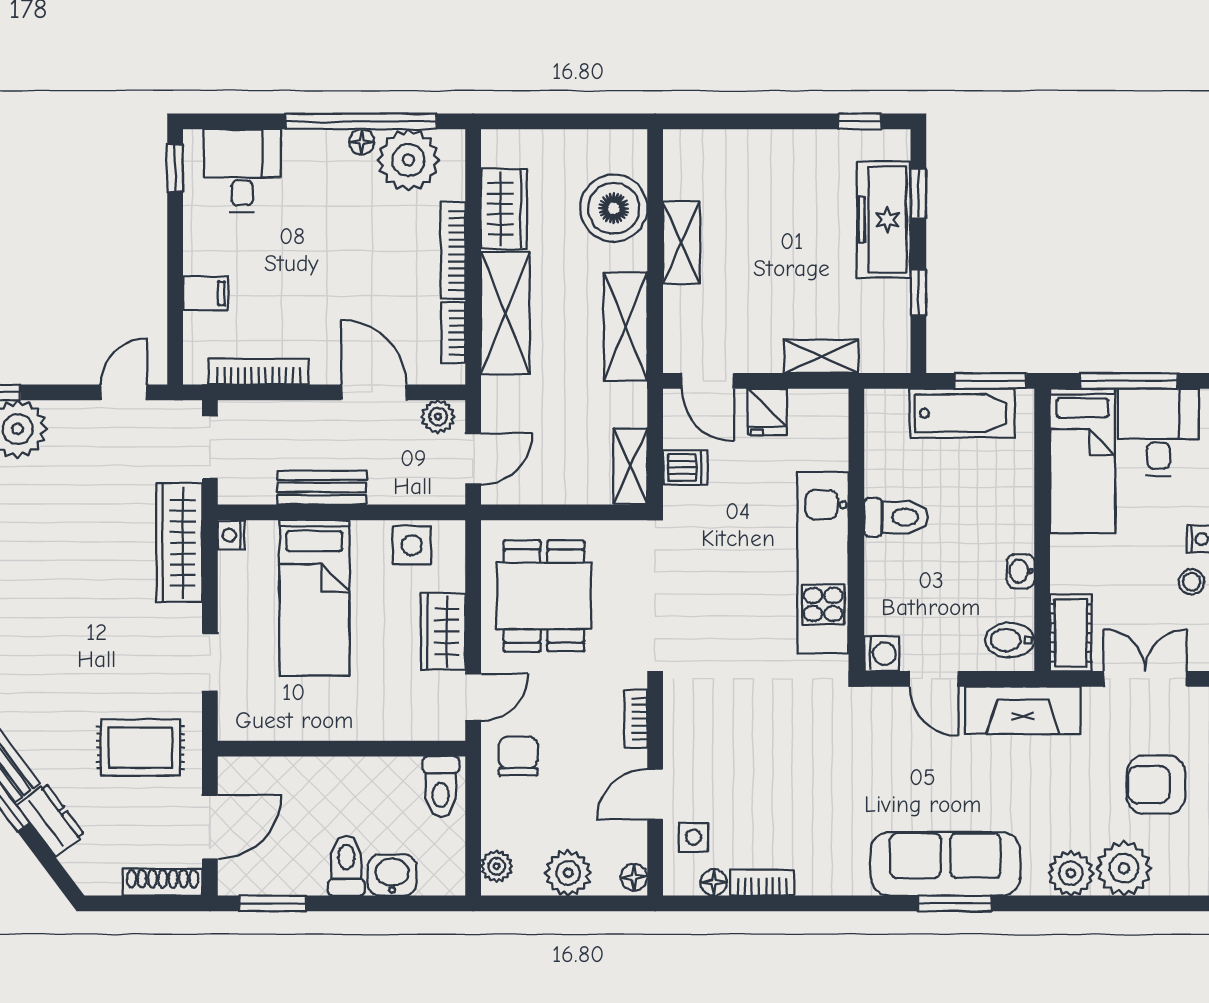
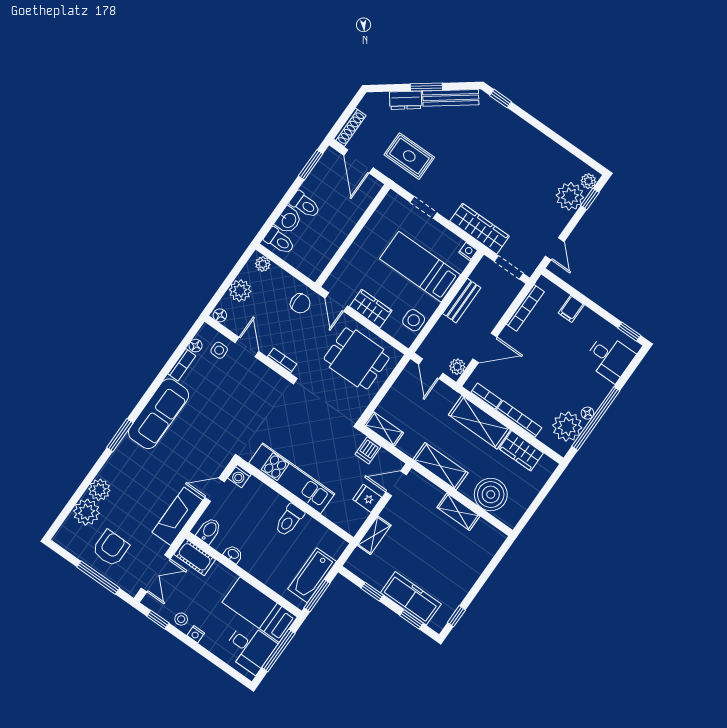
rug: (140, 748) -> (409, 156), turned 90
toilet: (441, 787) -> (279, 241), moved, turned 180
sofa: (945, 864) -> (159, 414), moved

